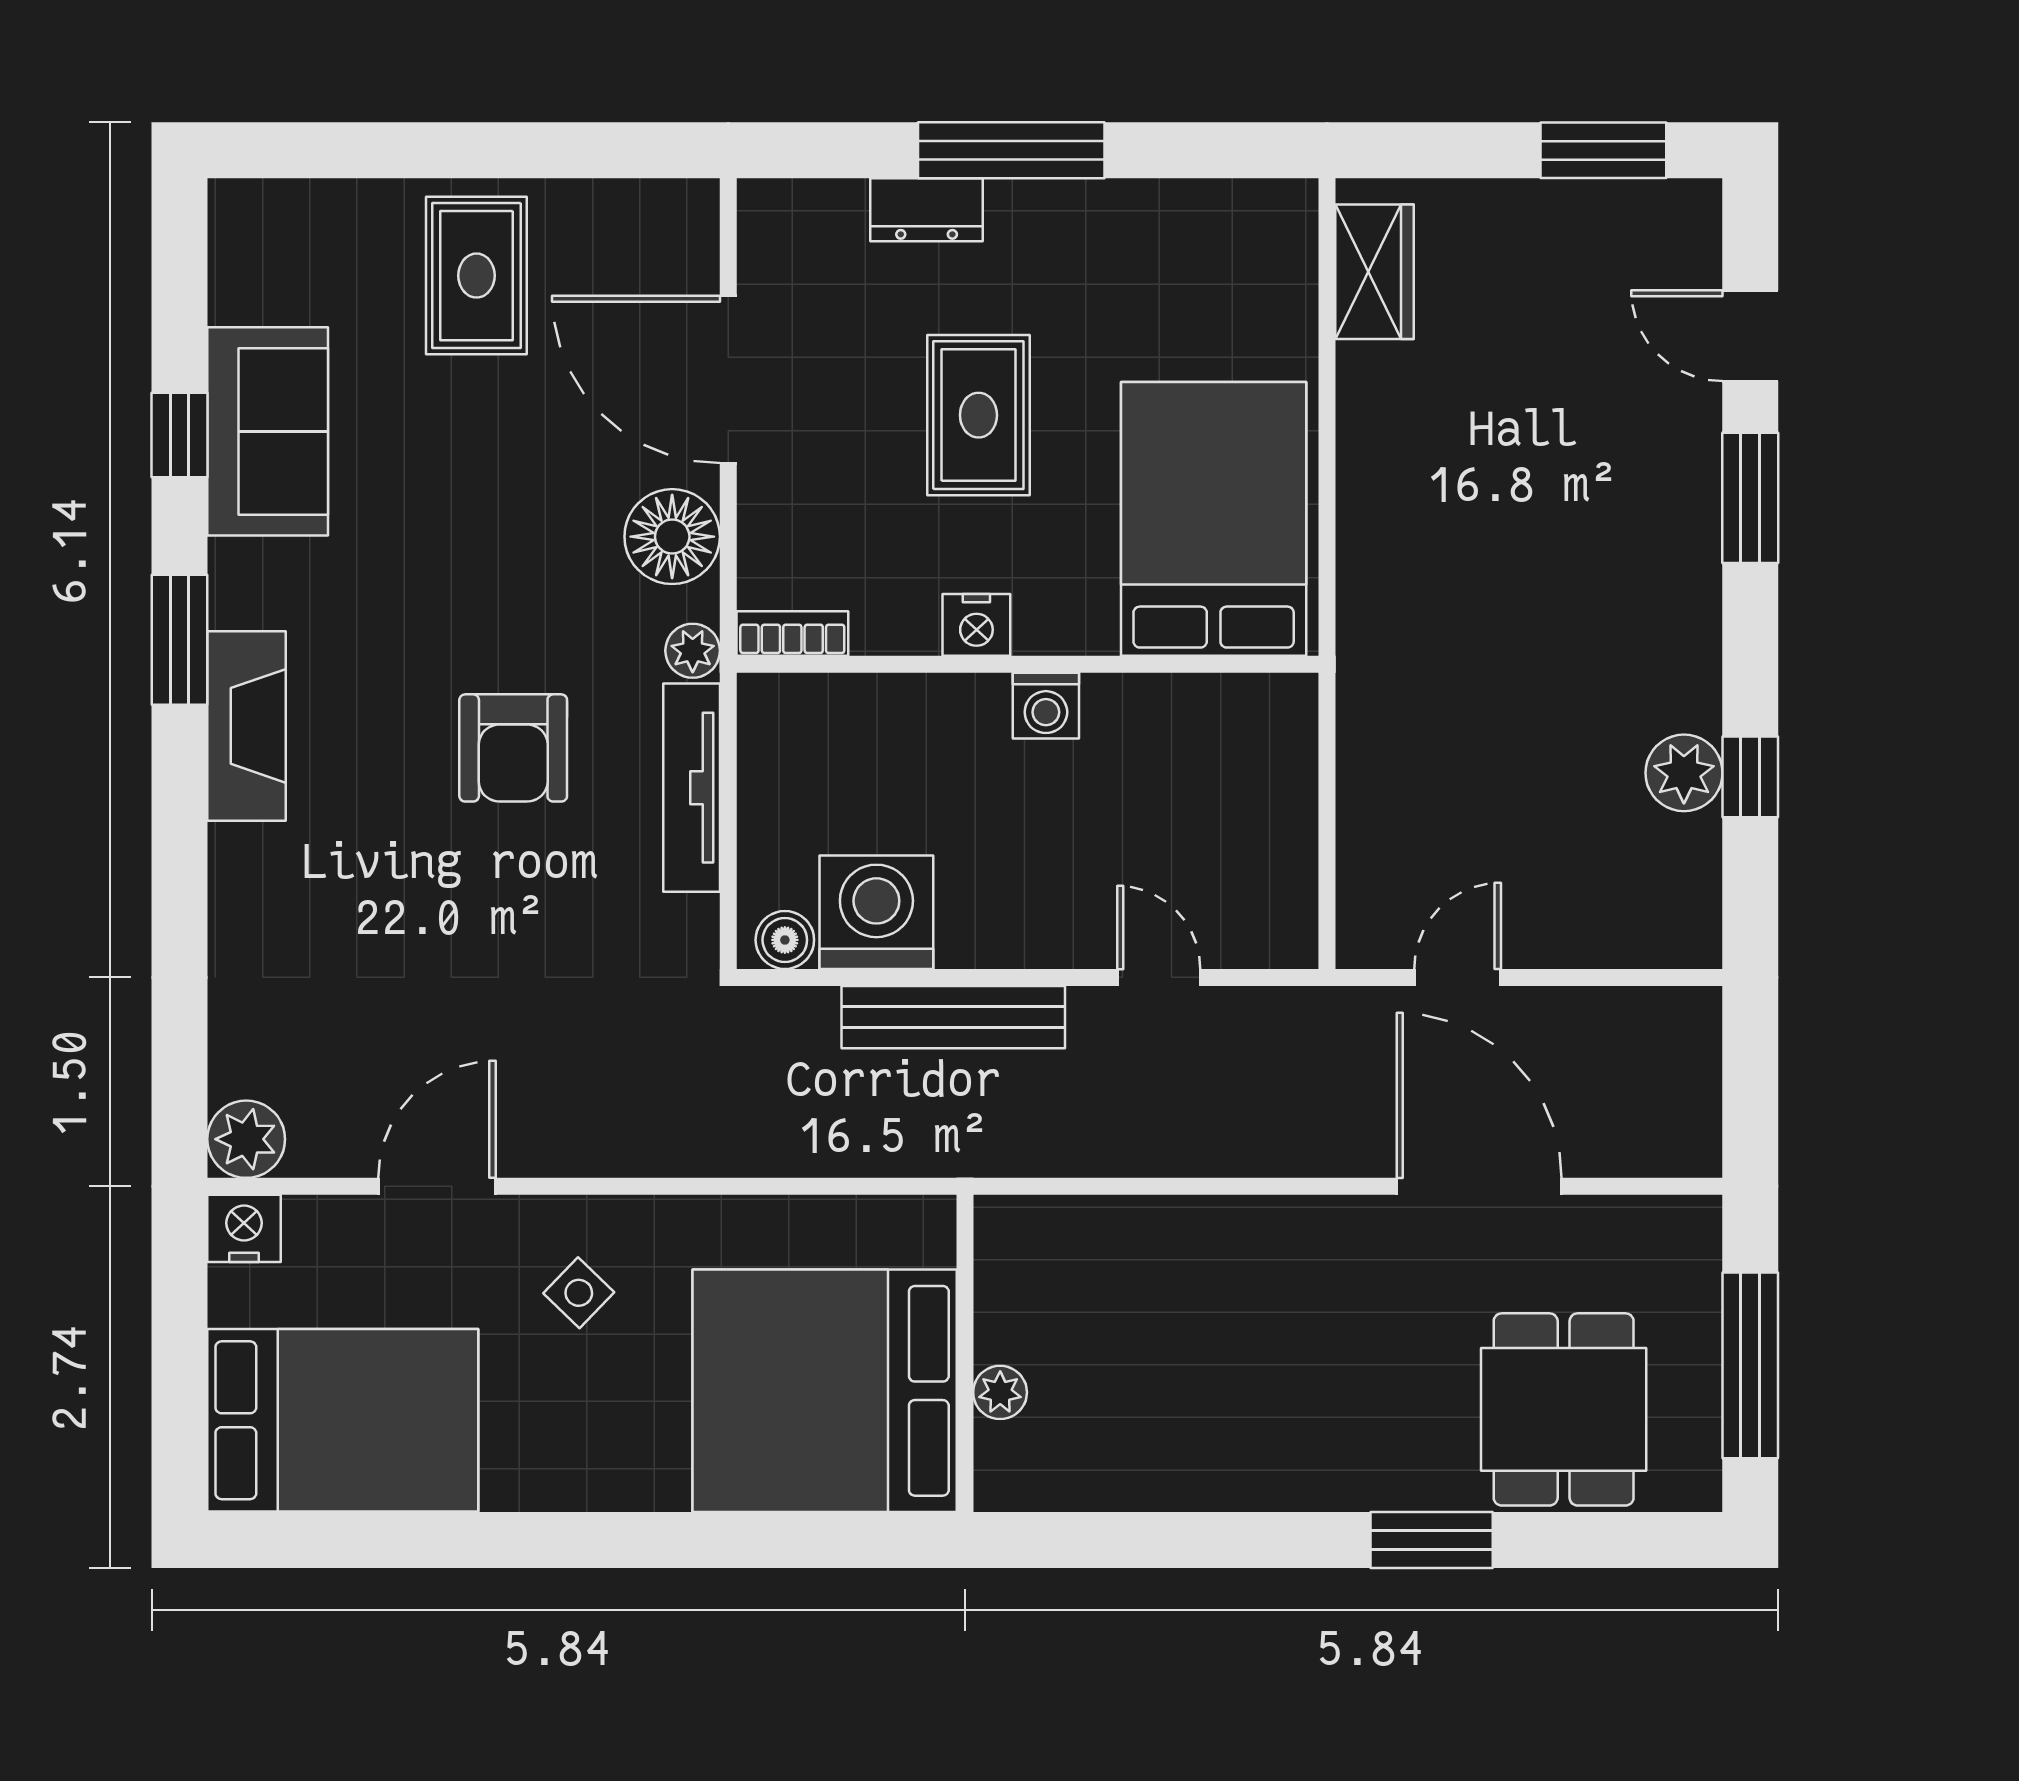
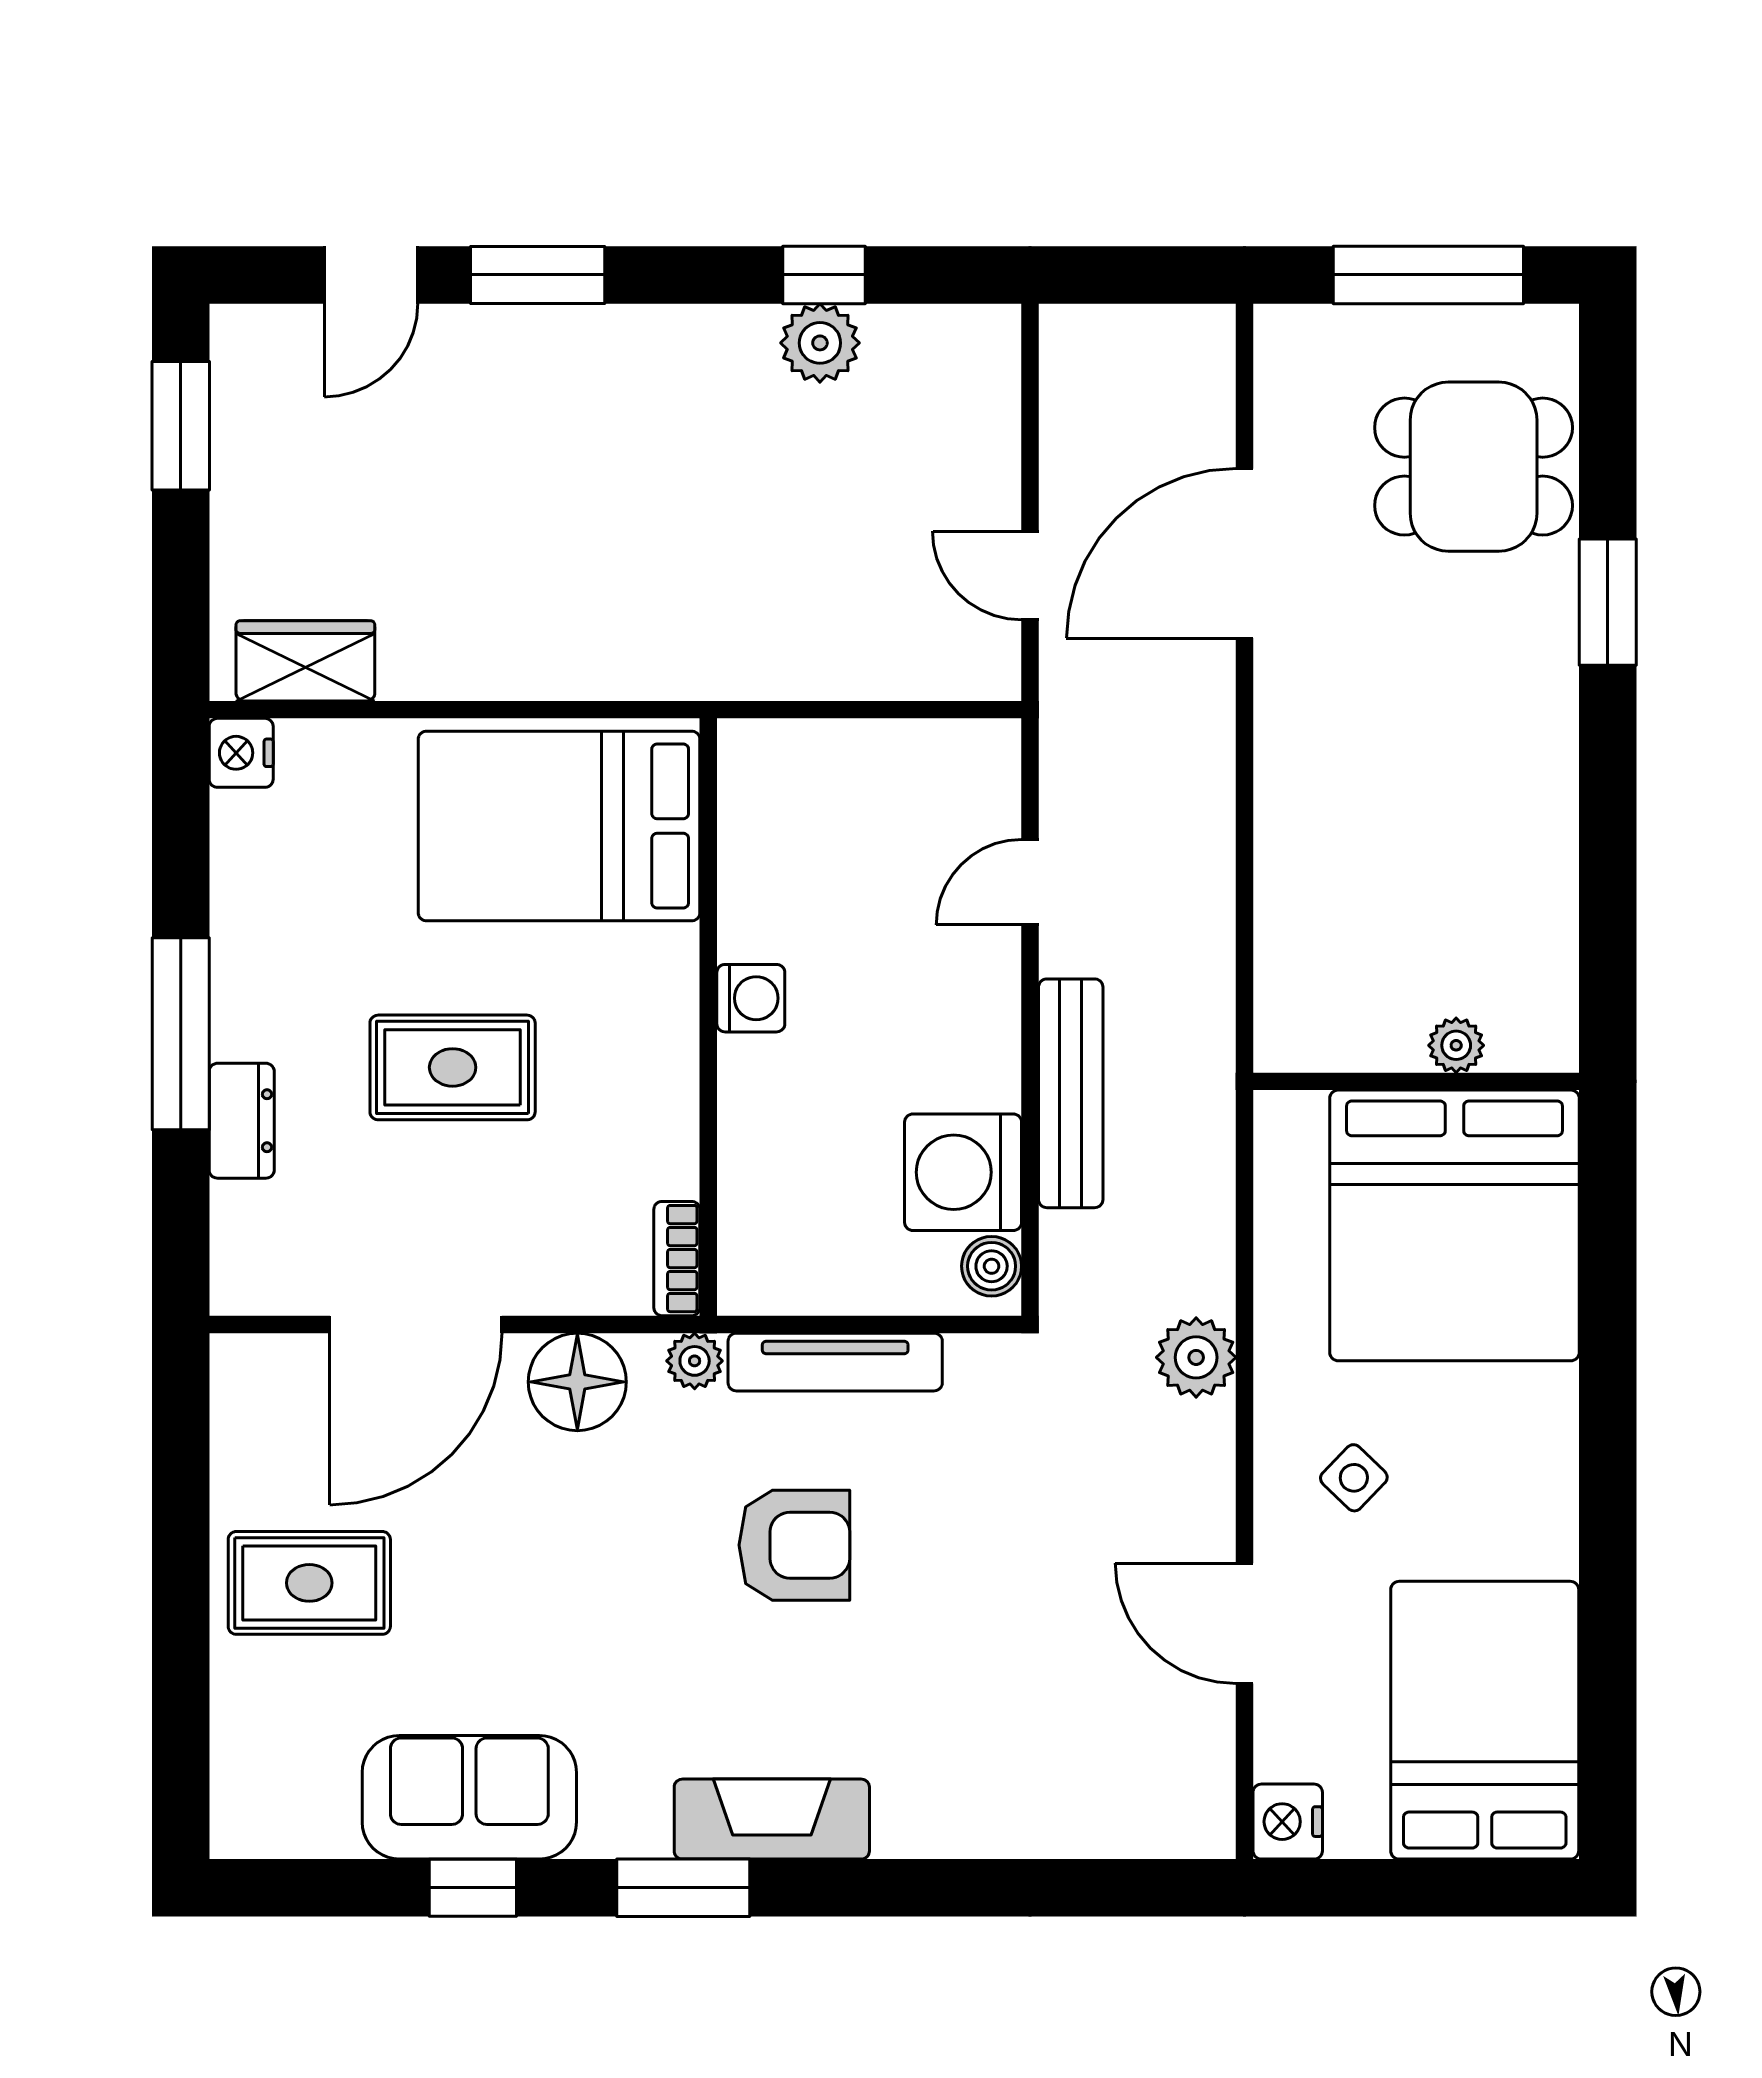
nightstand: (976, 625) -> (241, 753), moved, turned 180
plant: (246, 1139) -> (1196, 1357), moved

